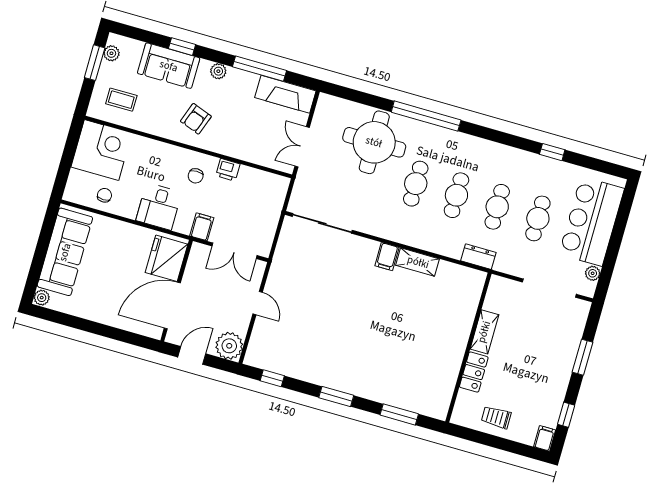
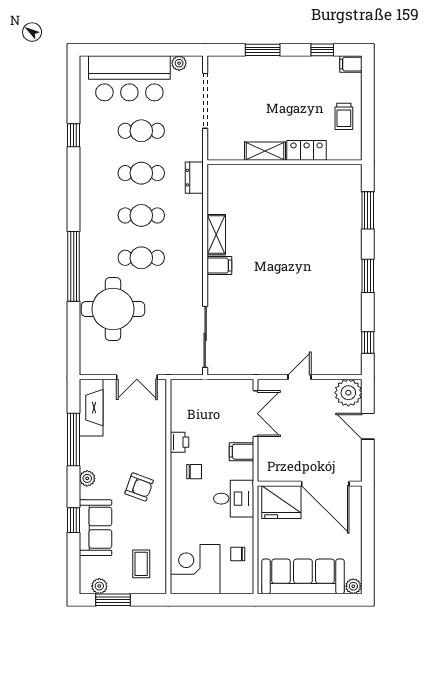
fridge: (167, 258) -> (281, 502), moved
wall: (177, 291) -> (310, 484), moved
door: (172, 306) -> (325, 484), moved

